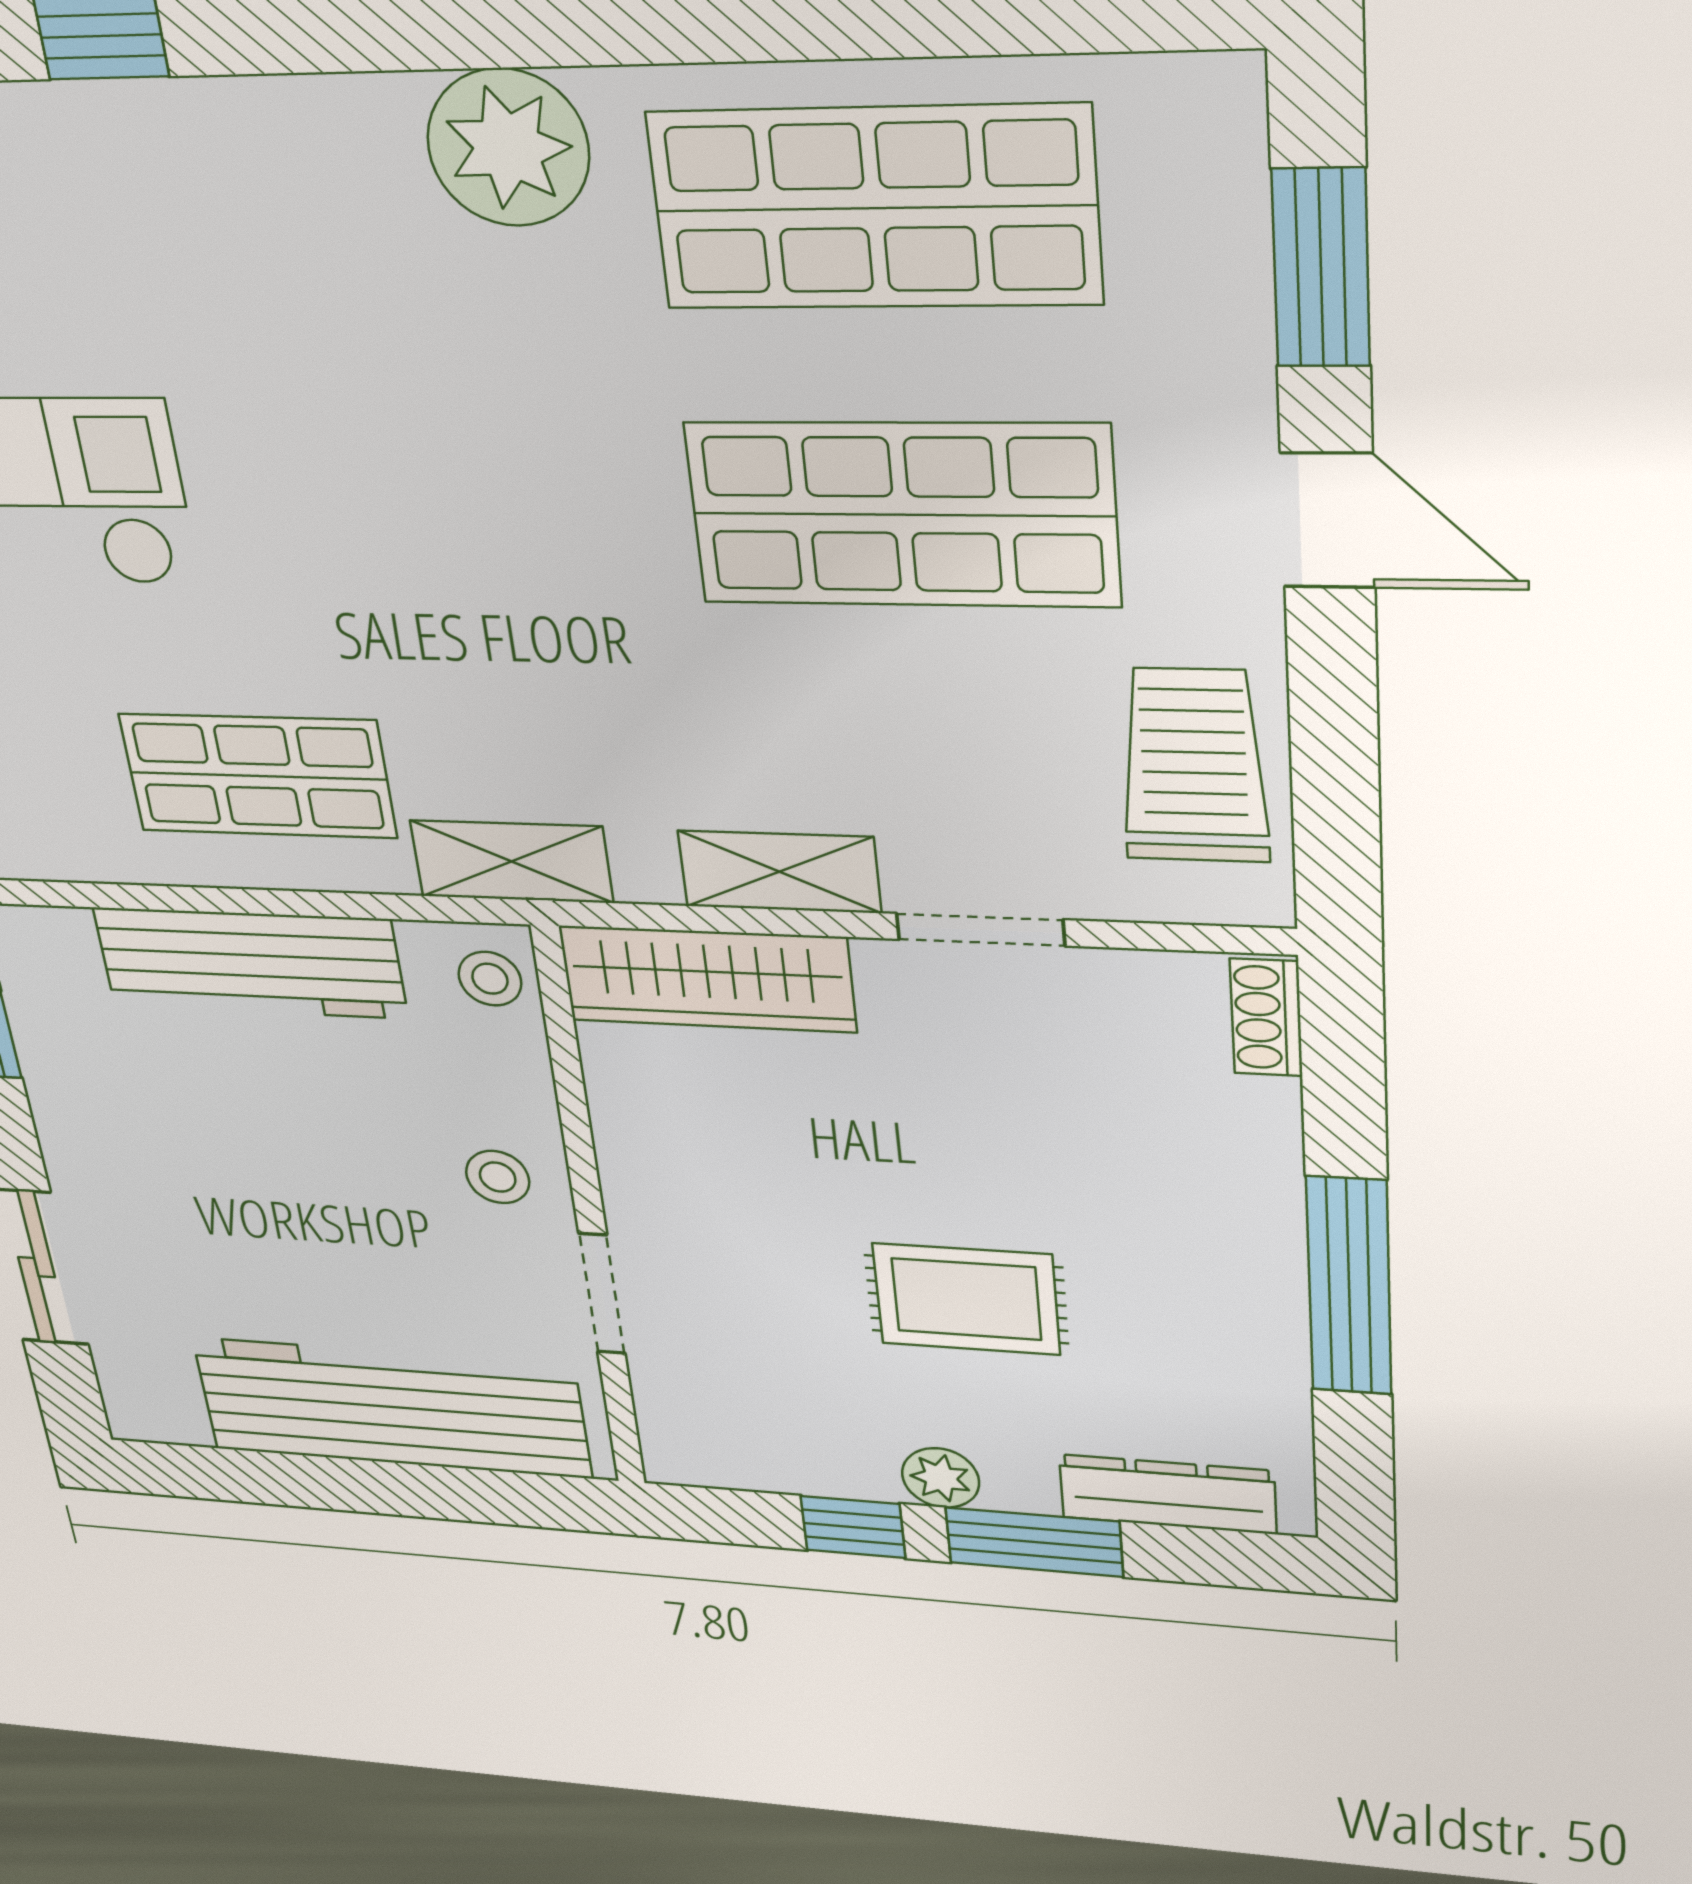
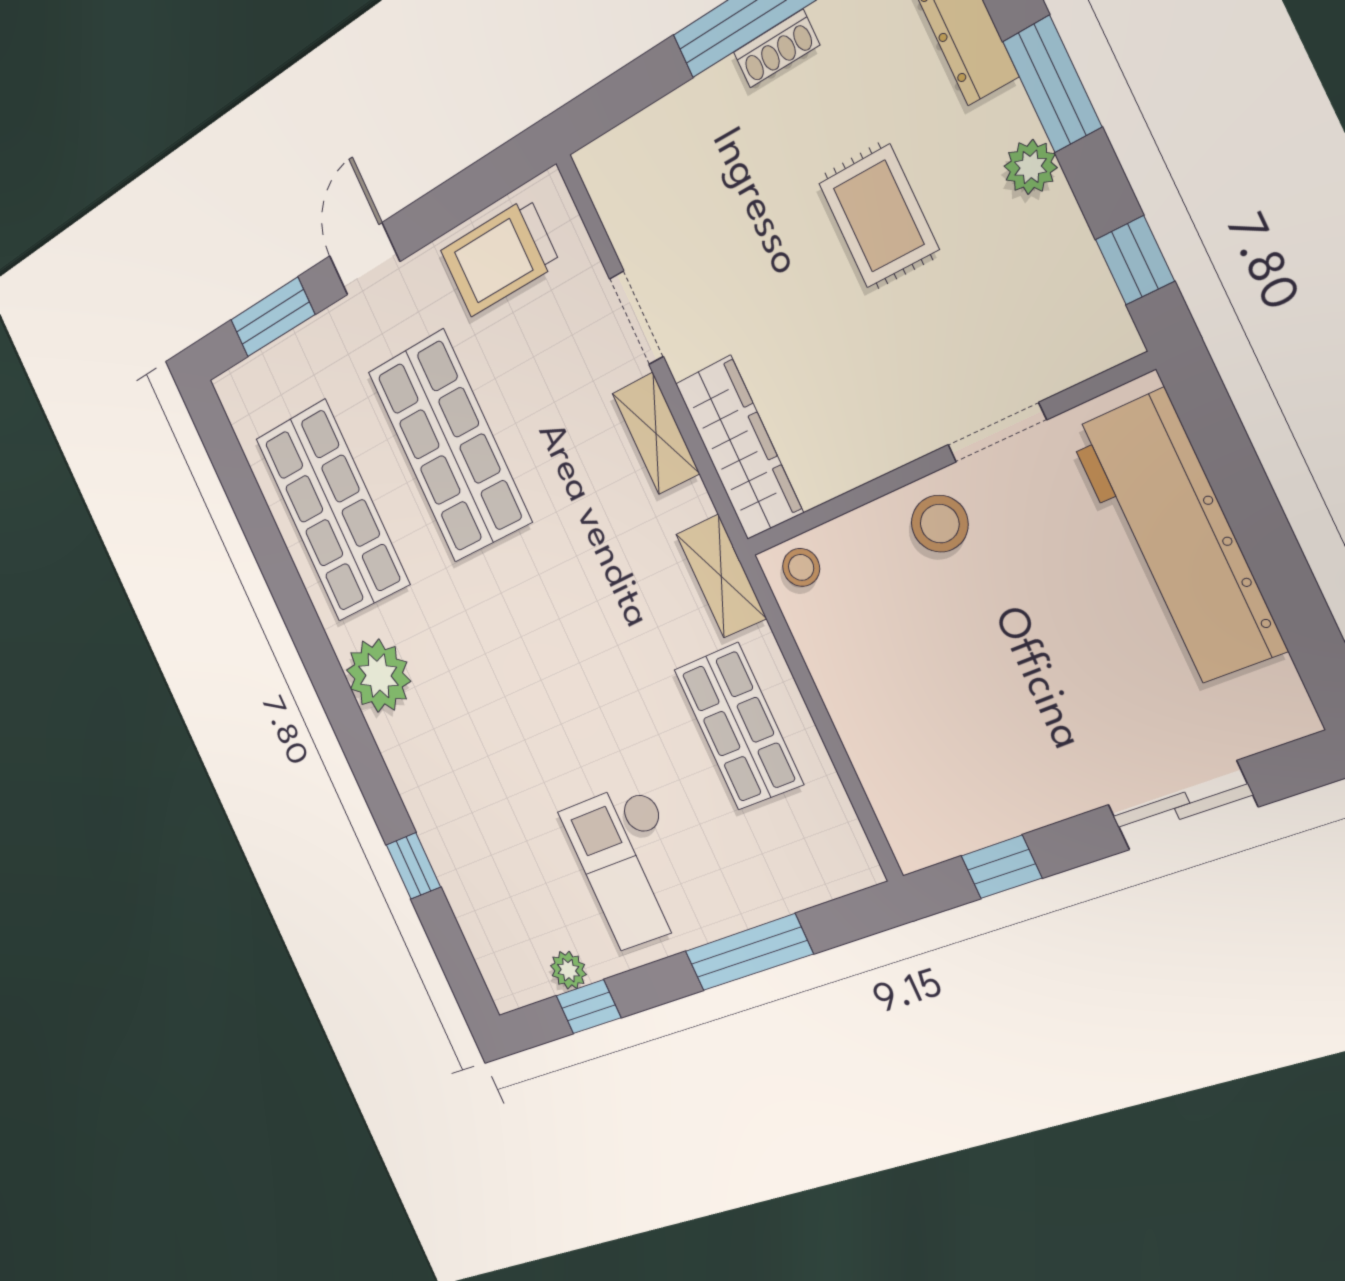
workbench: (250, 963) -> (862, 708), removed
shoe rack: (1266, 1018) -> (776, 49), moved
stool: (498, 1177) -> (940, 524), width x1.37, depth x1.37
window: (853, 1527) -> (1135, 260), moved

